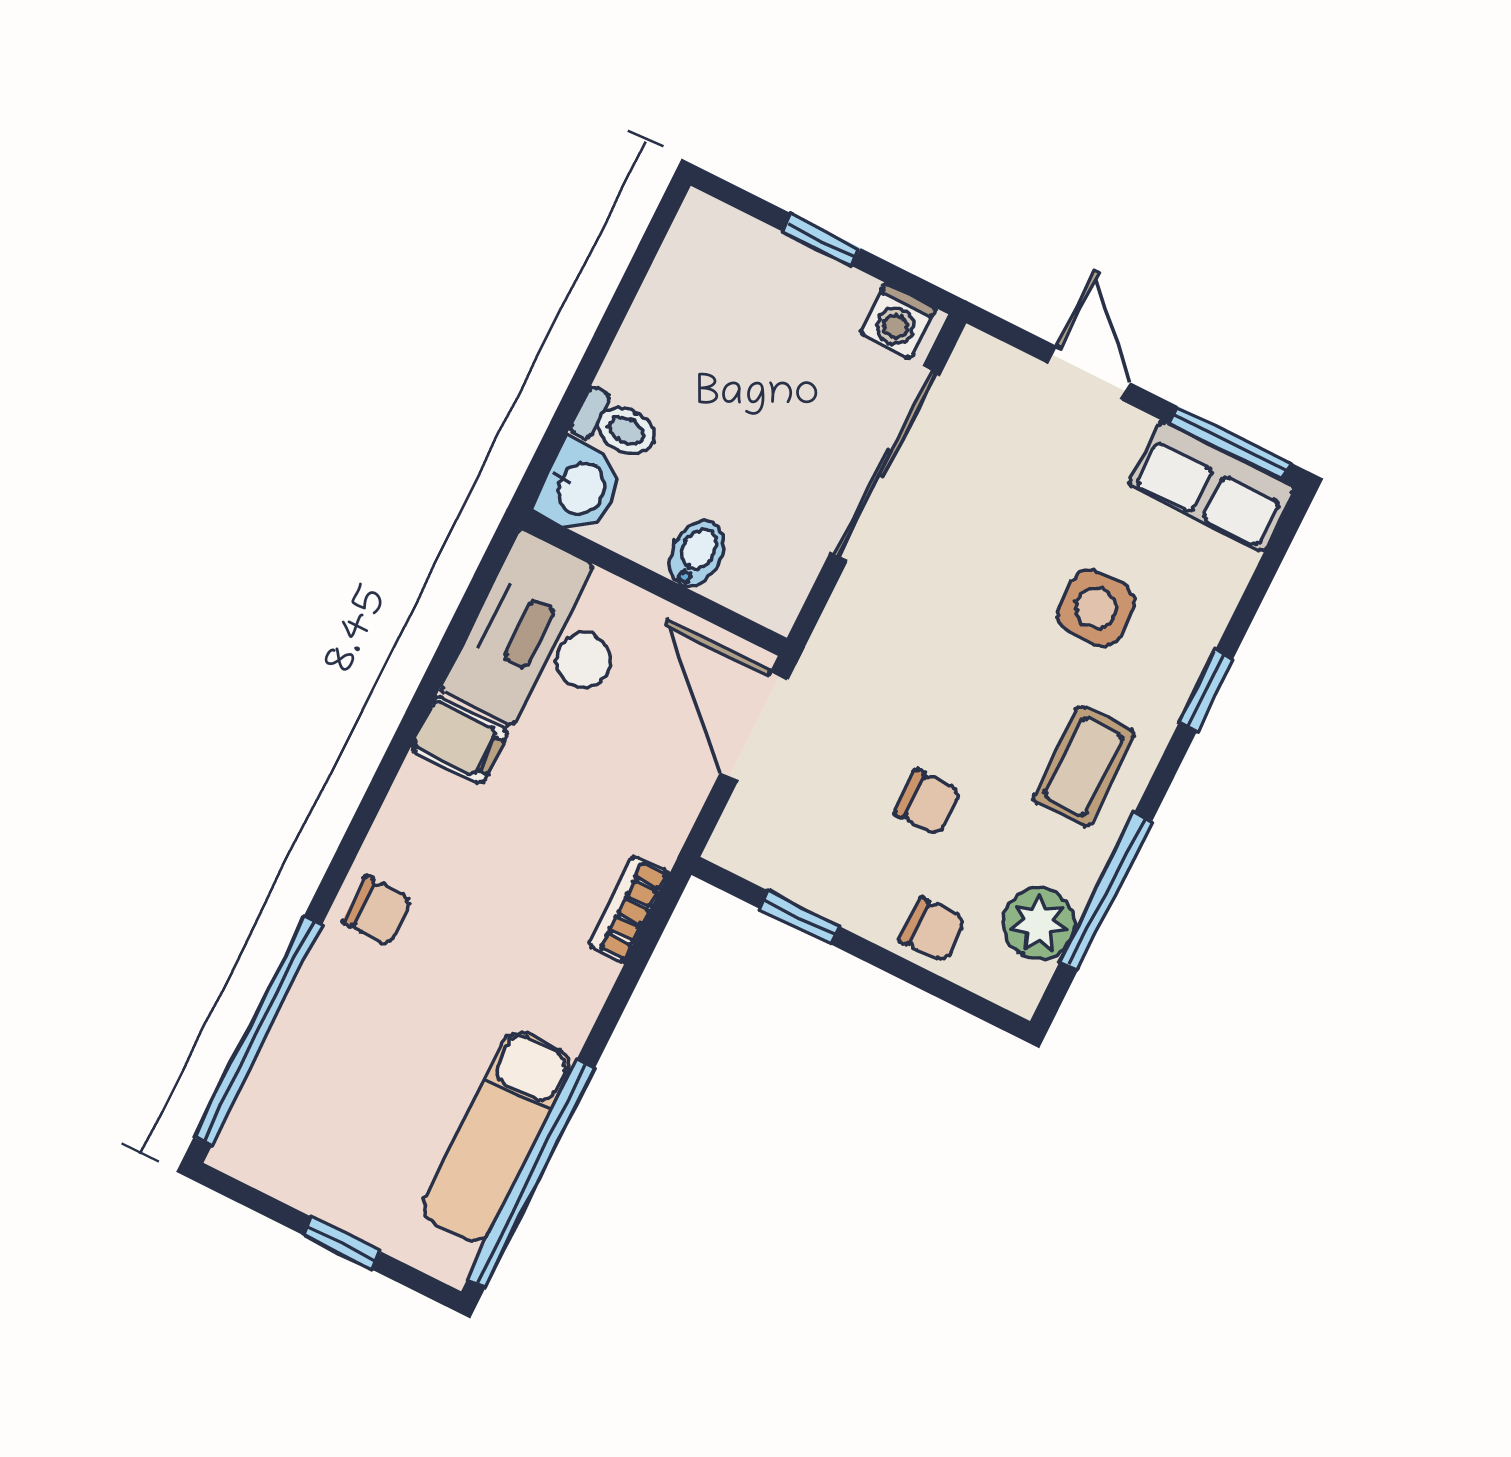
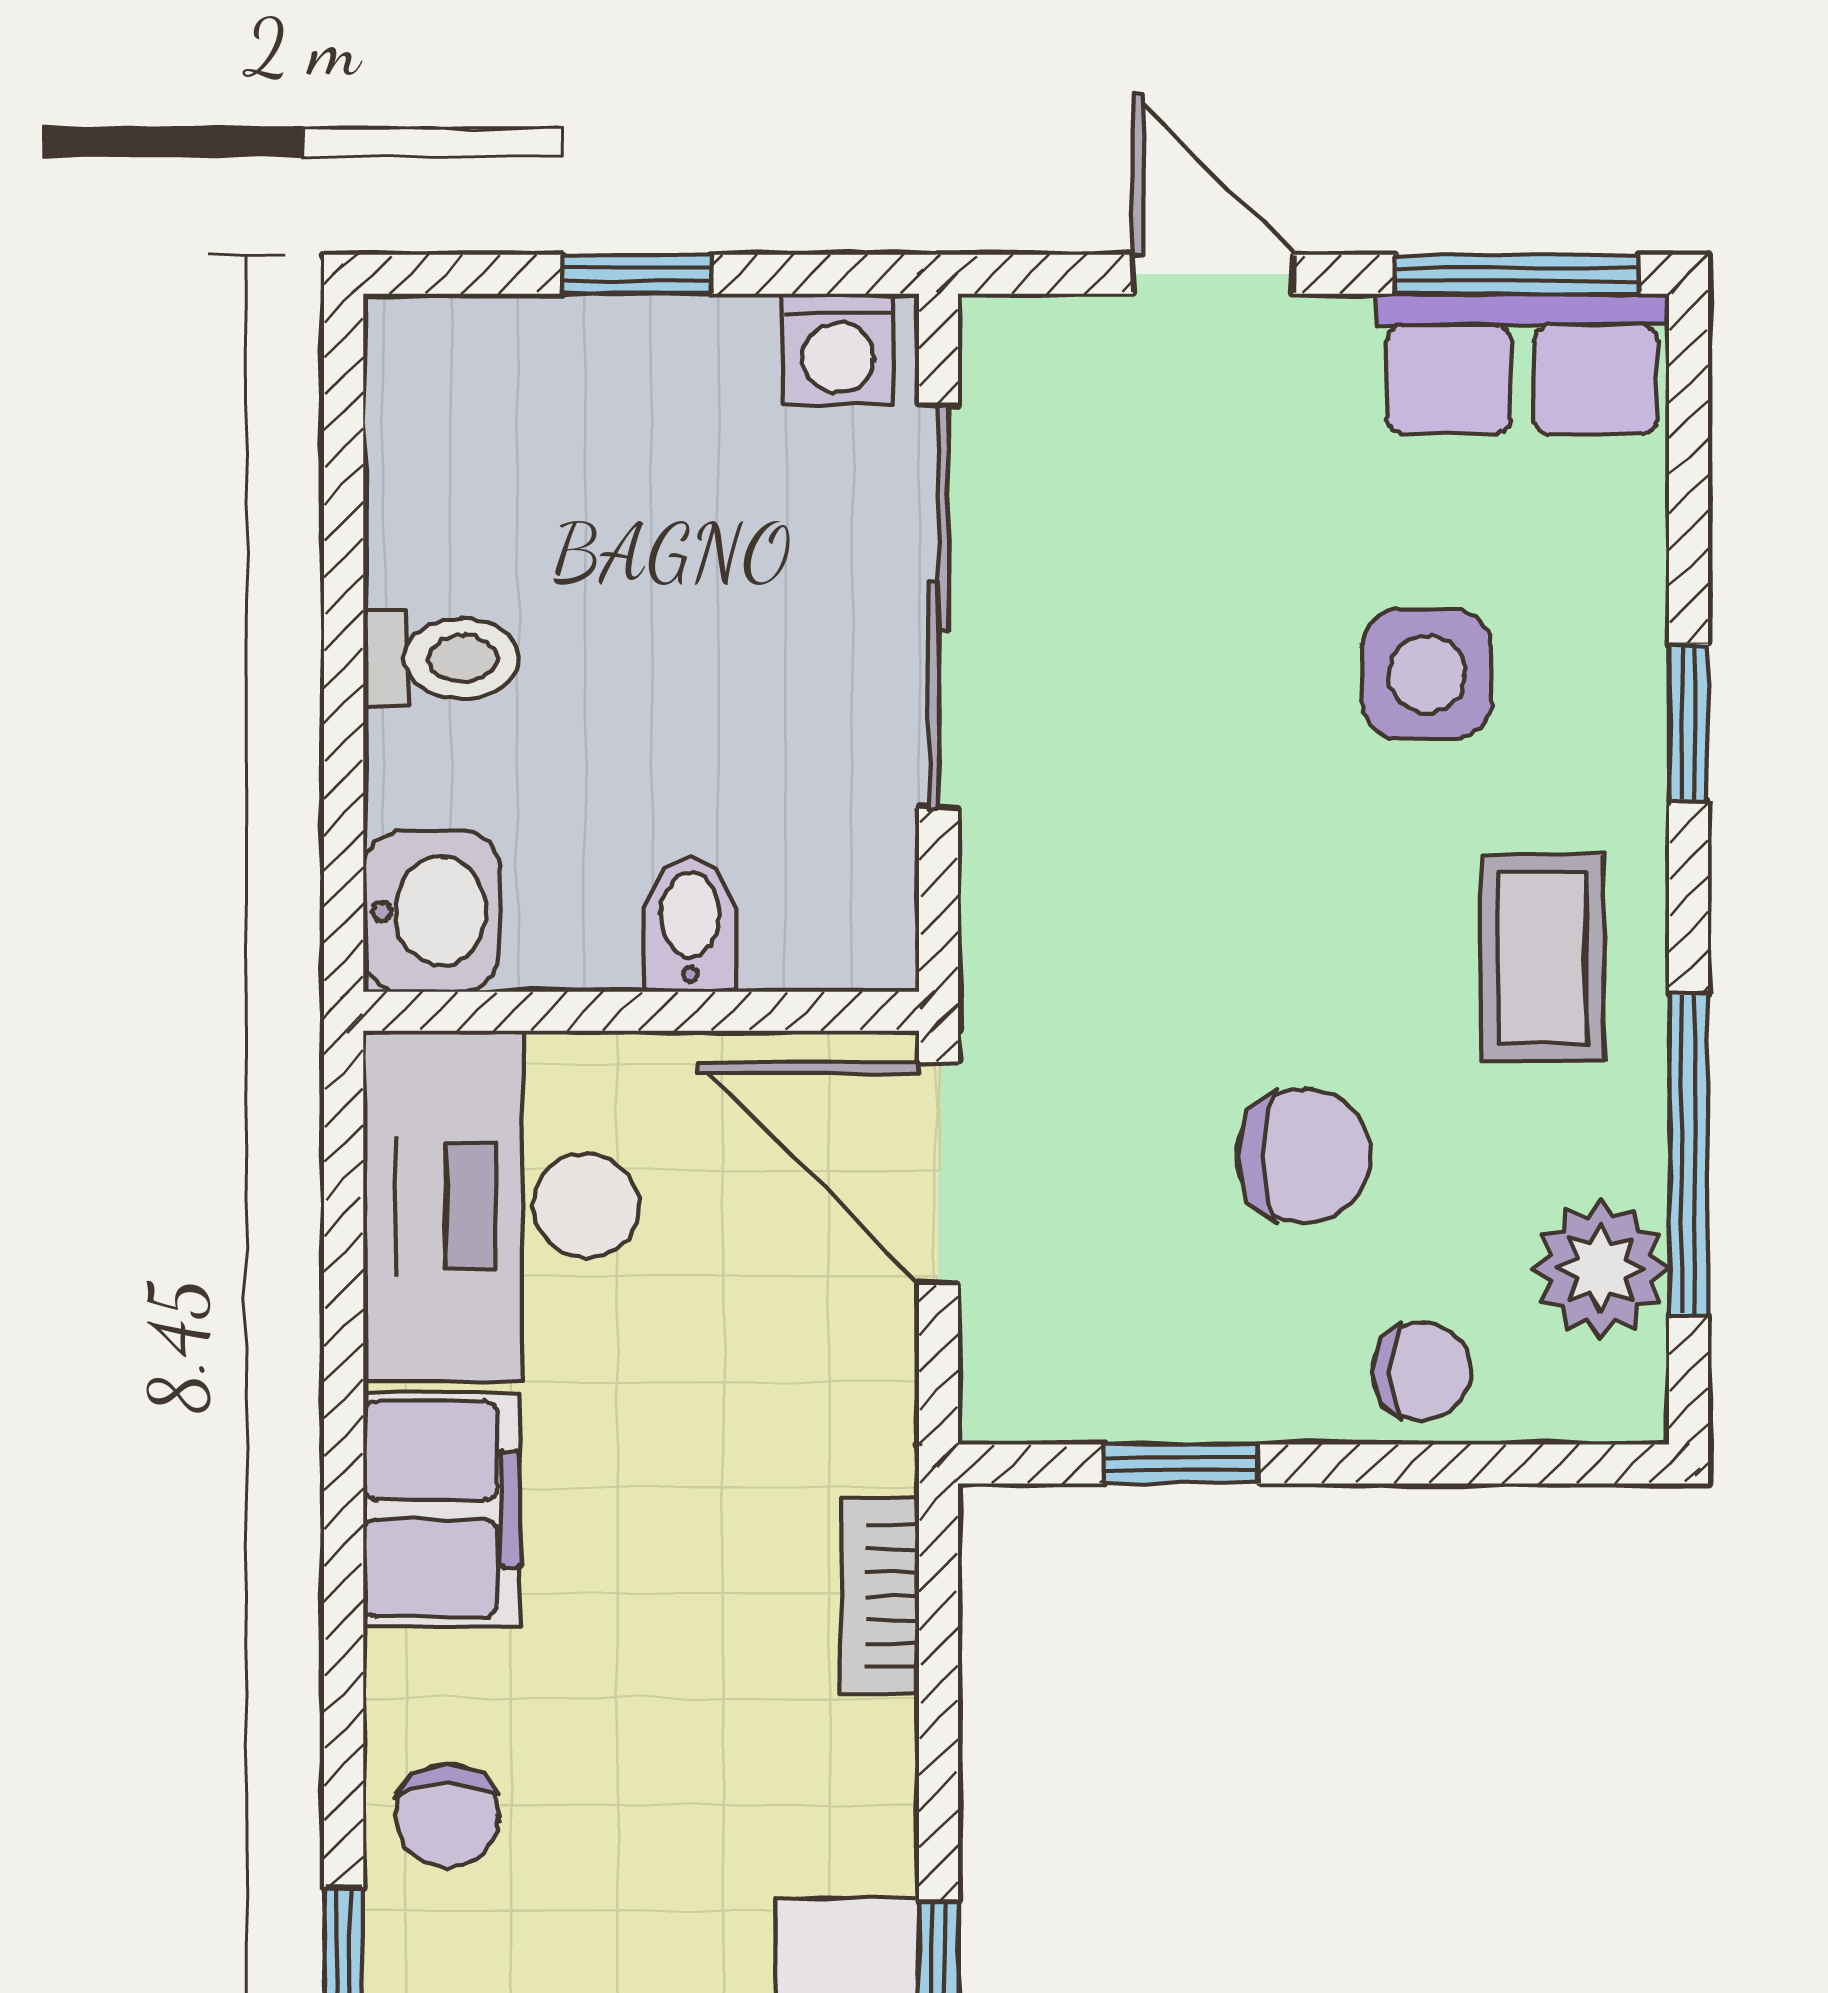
toilet: (616, 426) -> (441, 658), moved
filing cabinet: (459, 740) -> (441, 1509), width x2.00
chair: (927, 803) -> (1303, 1156), width x1.37, depth x1.37
chair: (378, 911) -> (447, 1816), turned 90

